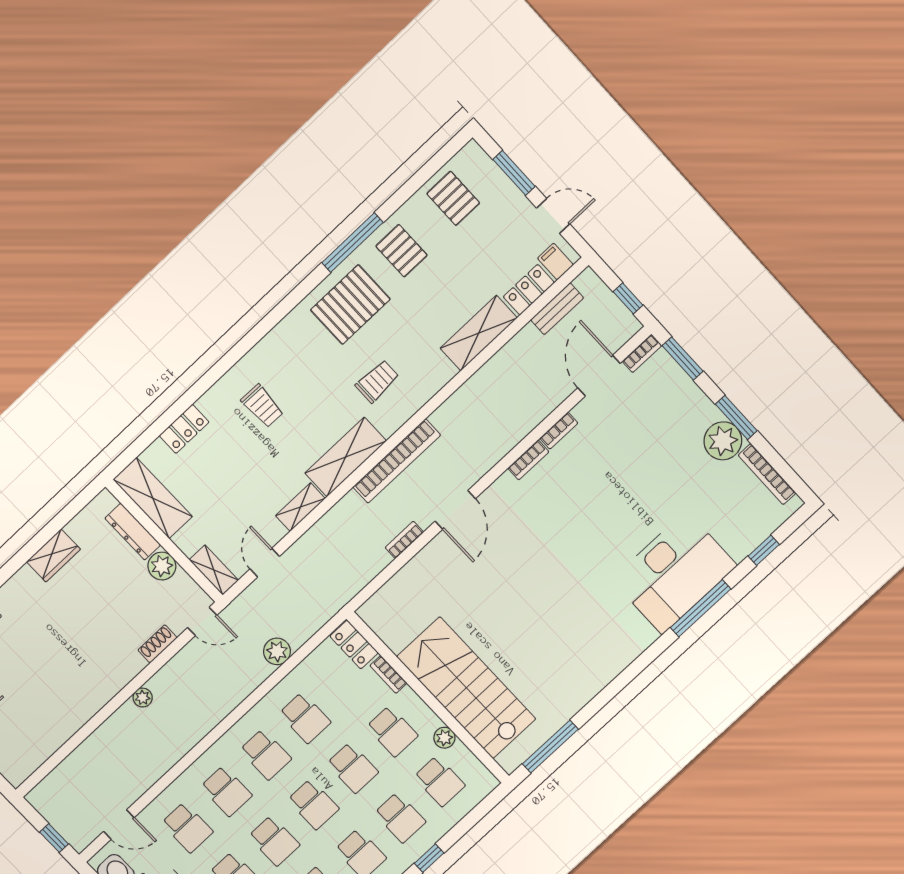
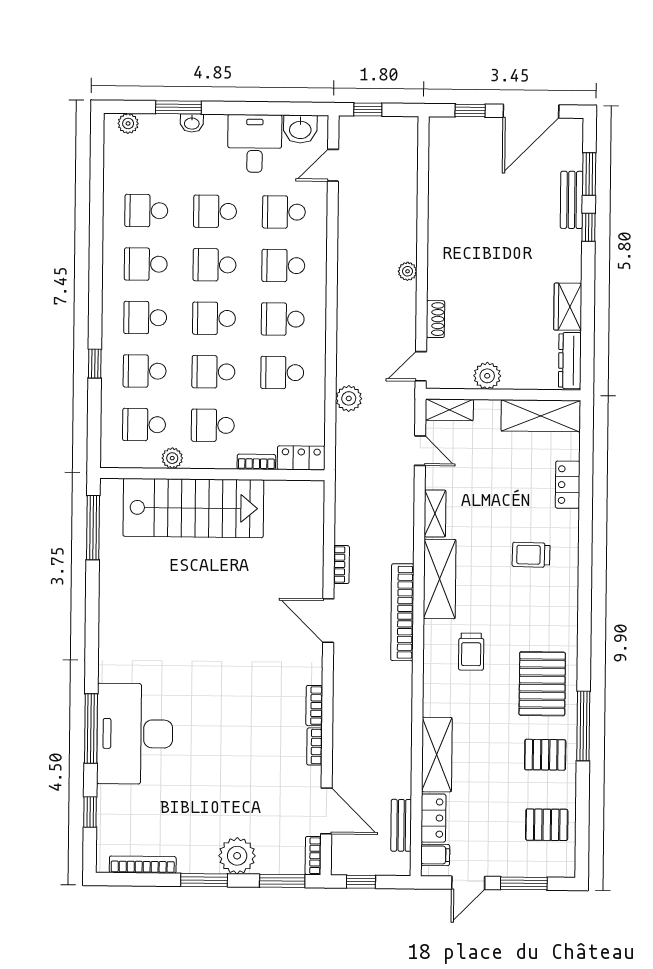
plant: (723, 441) -> (237, 856), moved
dresser: (133, 532) -> (570, 361), moved, turned -90

